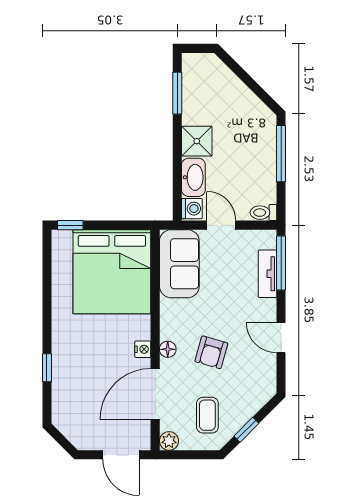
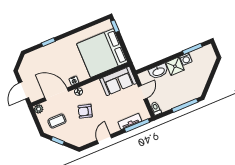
washing machine: (192, 209) -> (186, 59), moved

